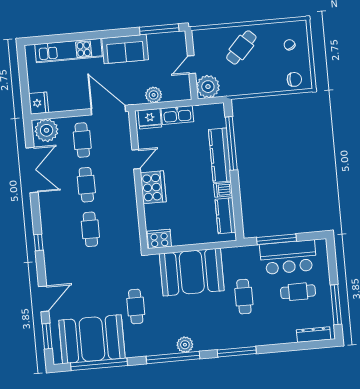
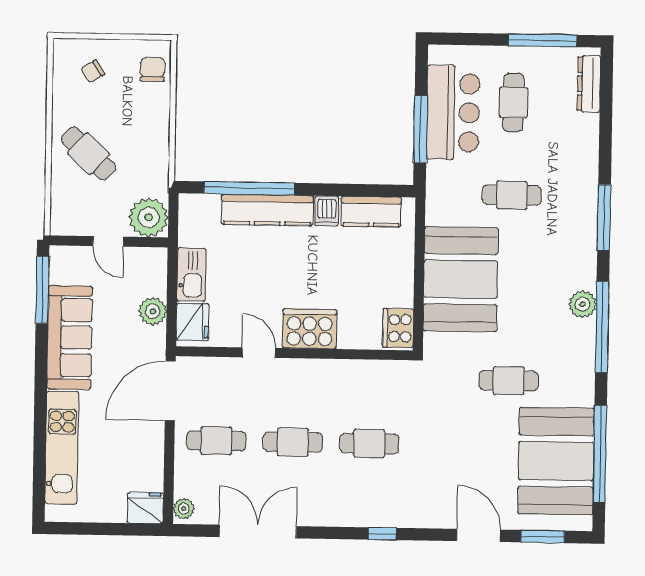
sofa: (125, 49) -> (70, 337), width x1.36
plant: (47, 130) -> (184, 509), width x0.53, depth x0.53

